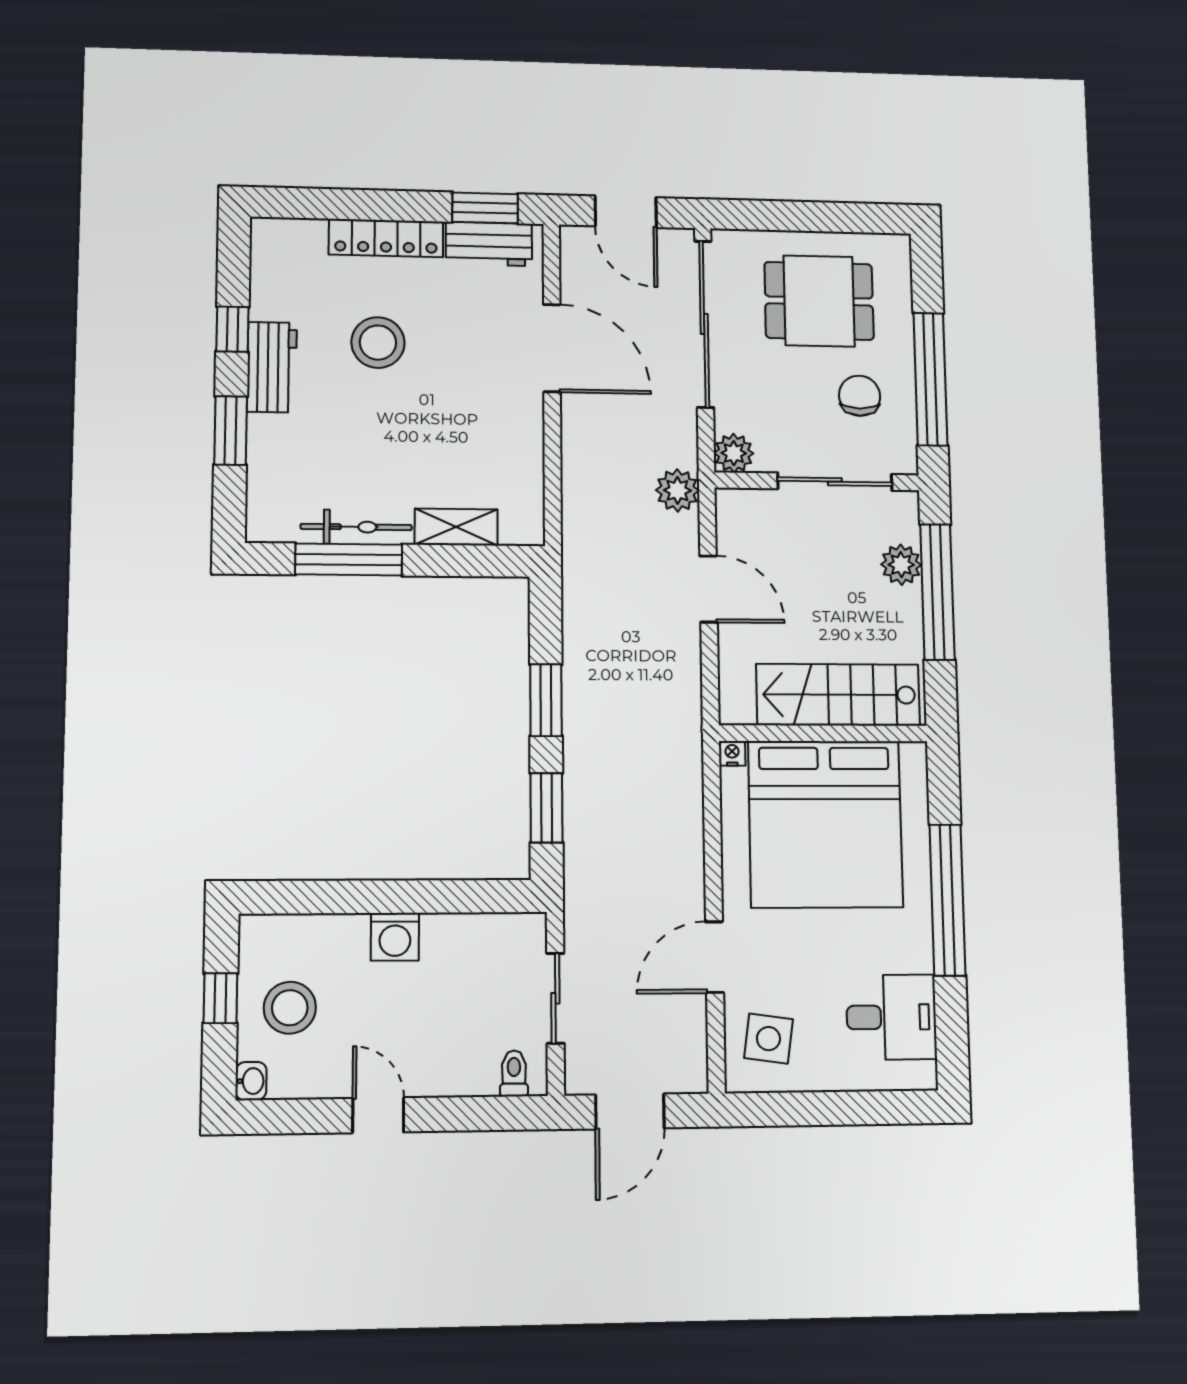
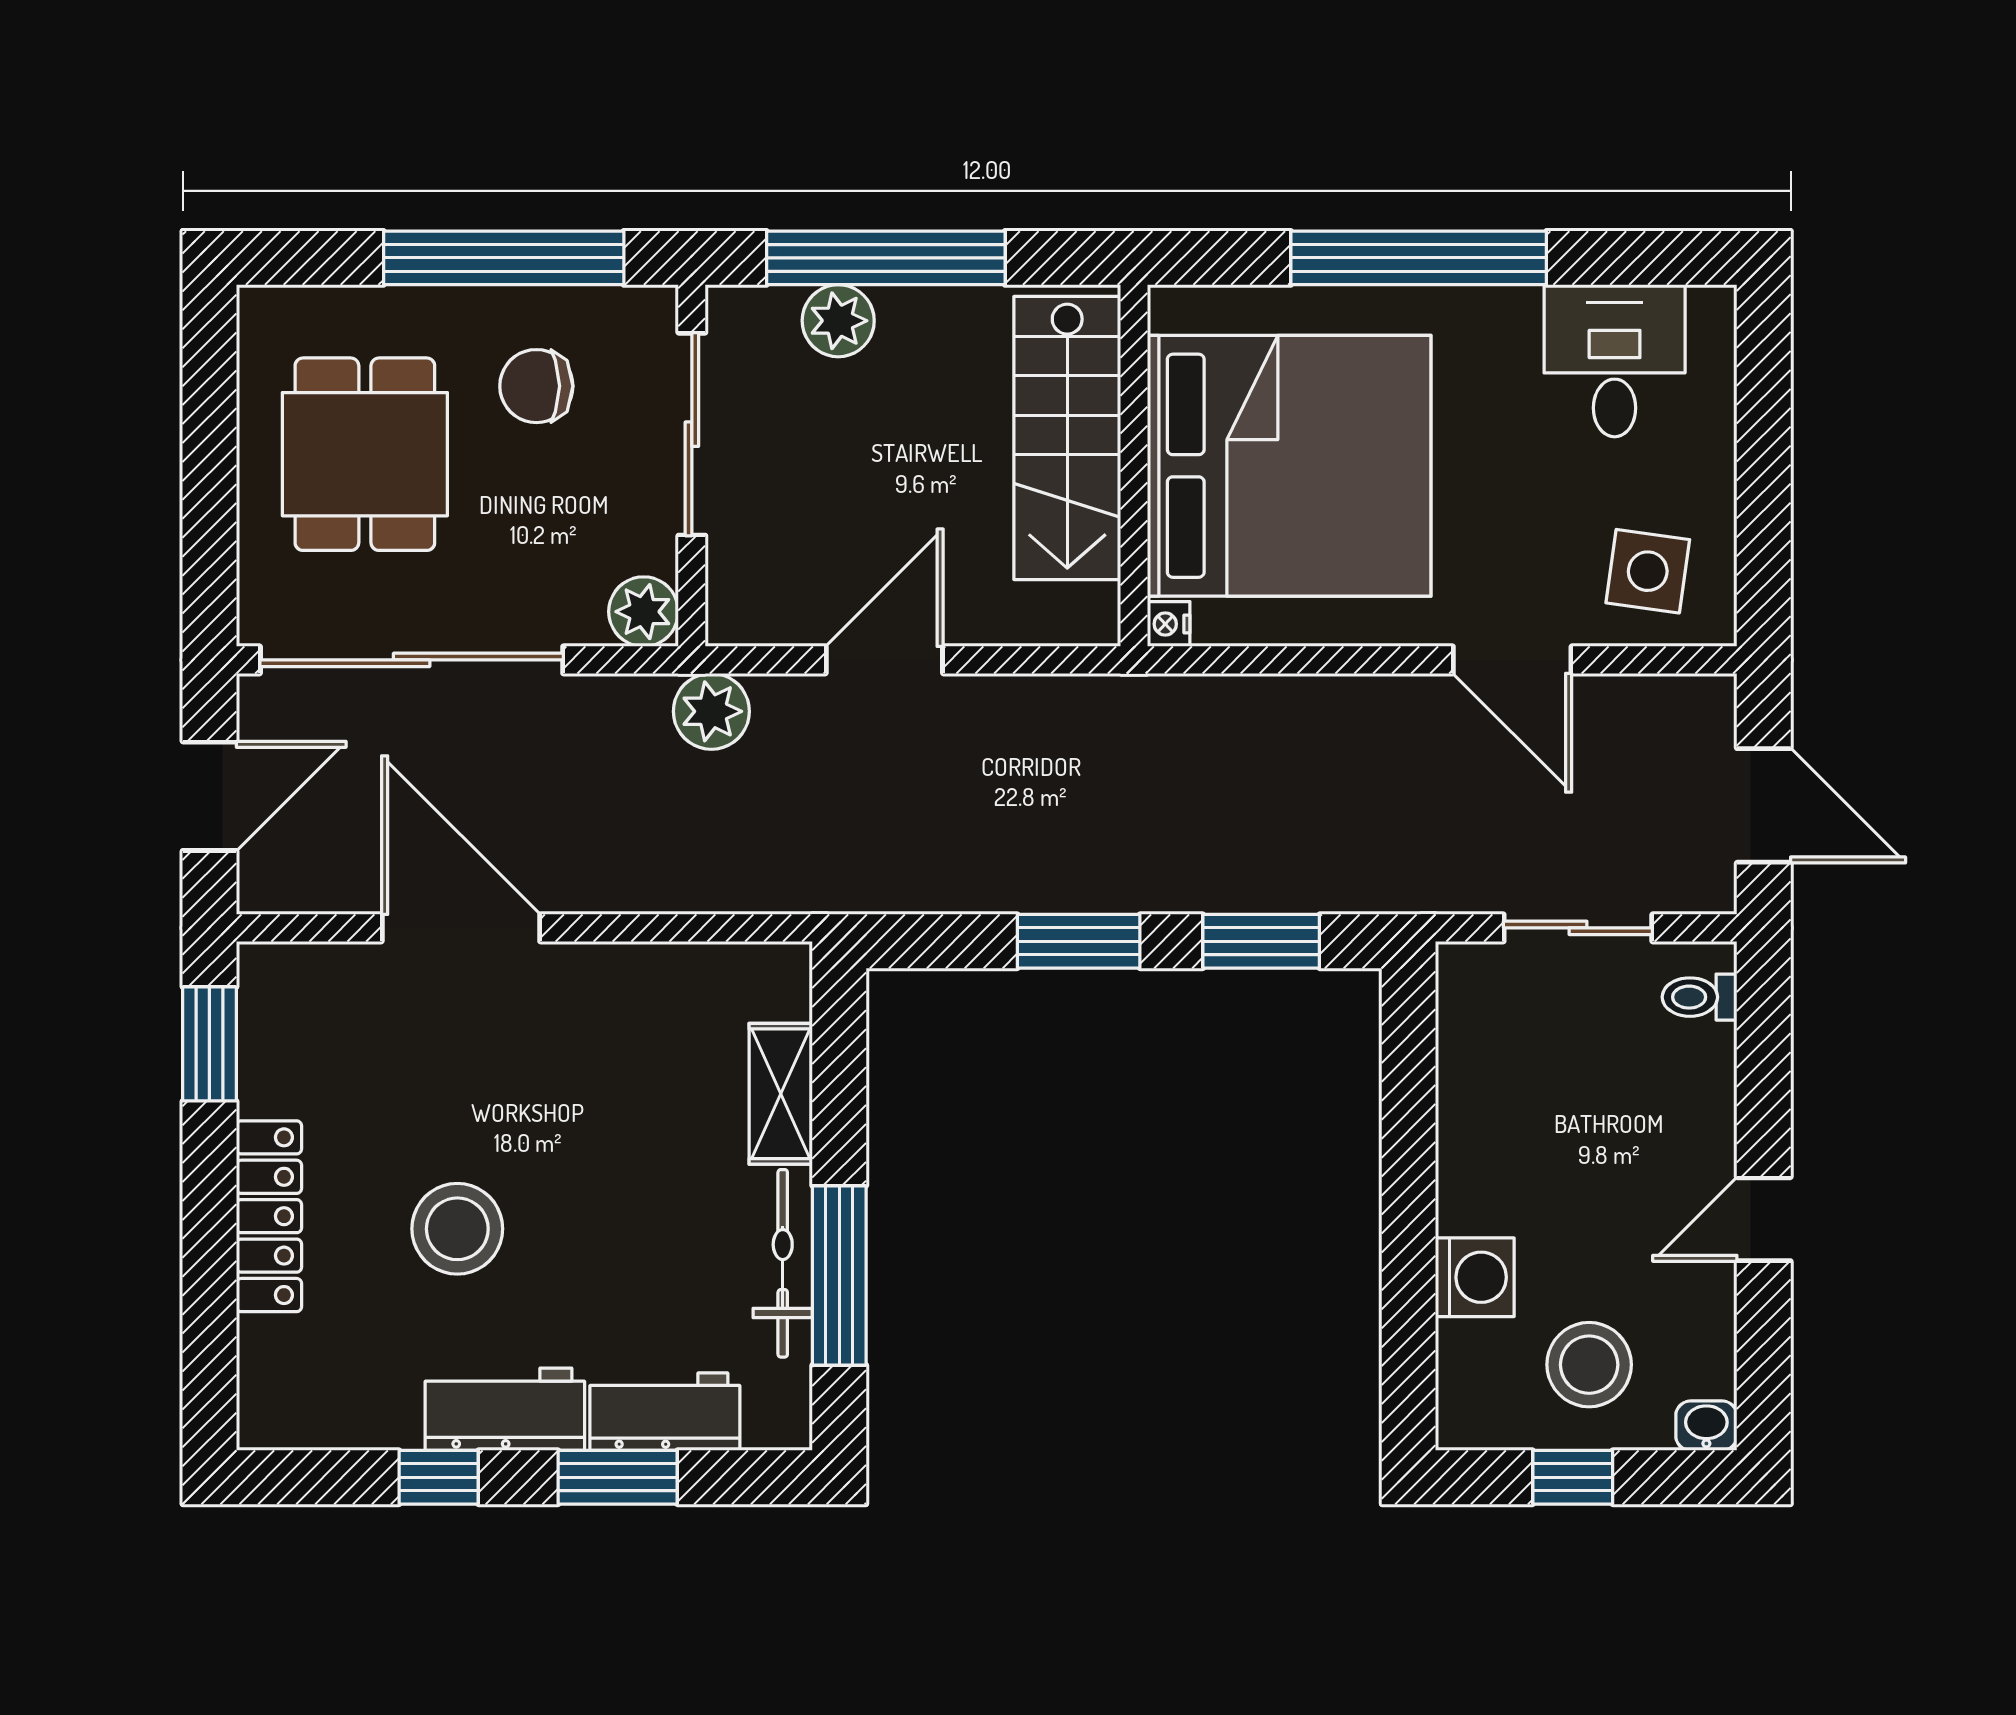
workbench: (489, 244) -> (665, 1412), moved, turned -90
door: (552, 348) -> (461, 928), hinge flipped
washing machine: (395, 937) -> (1475, 1277), moved

